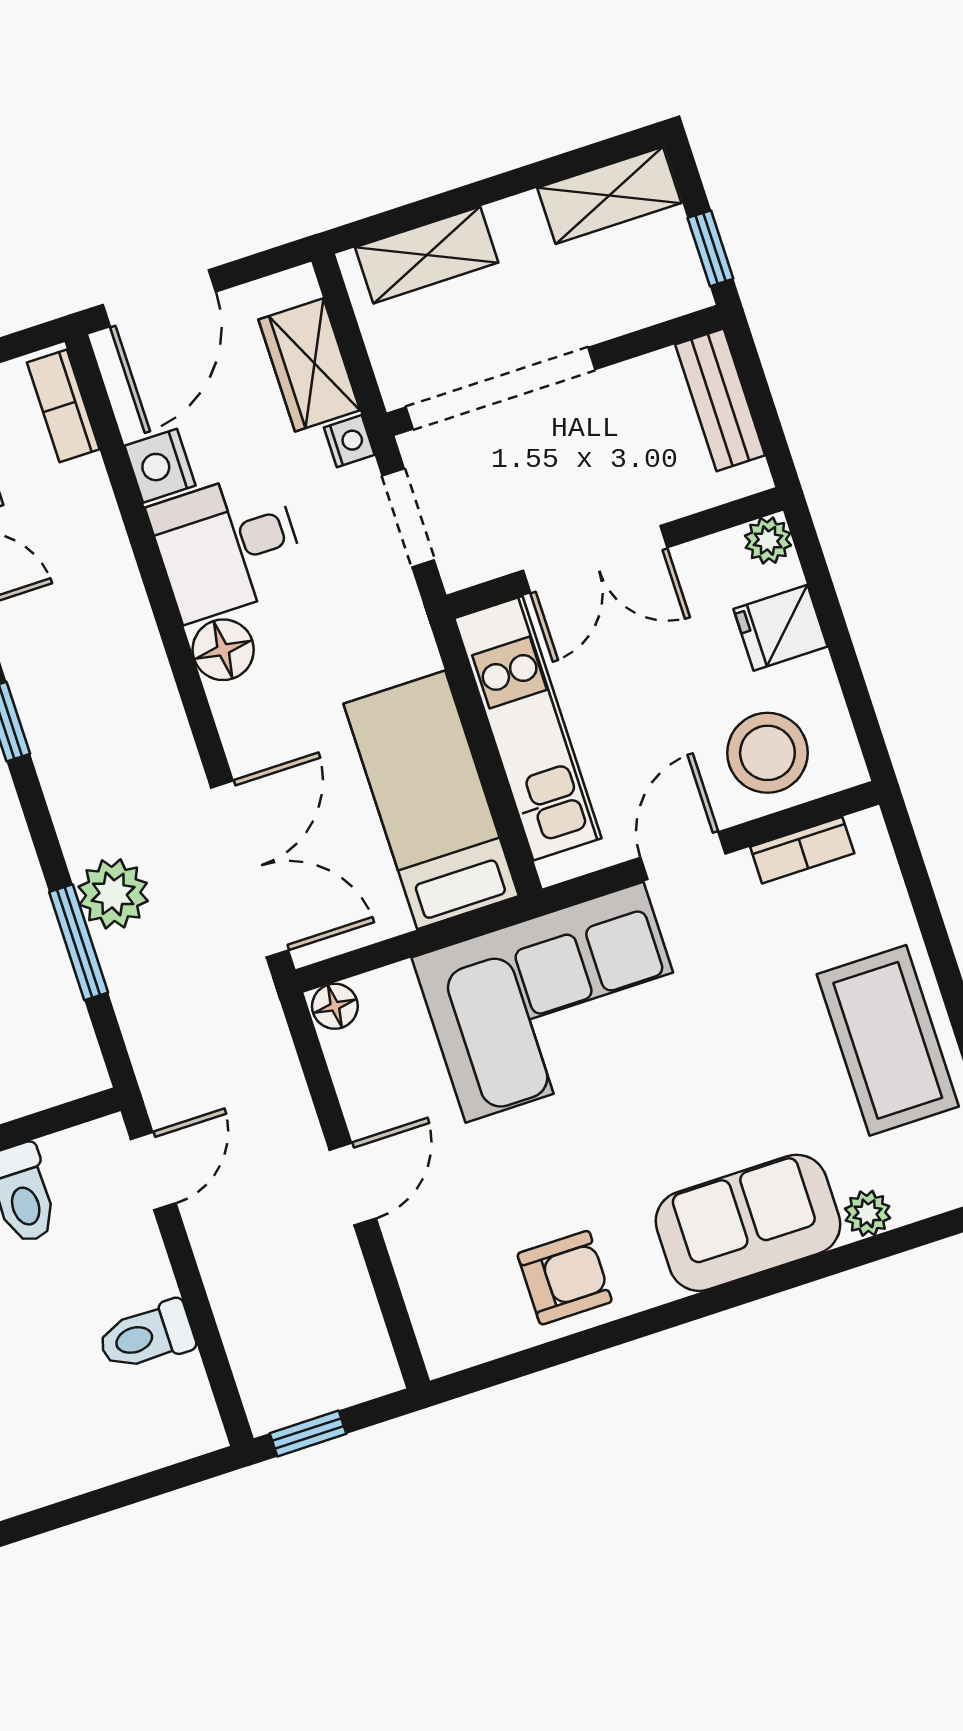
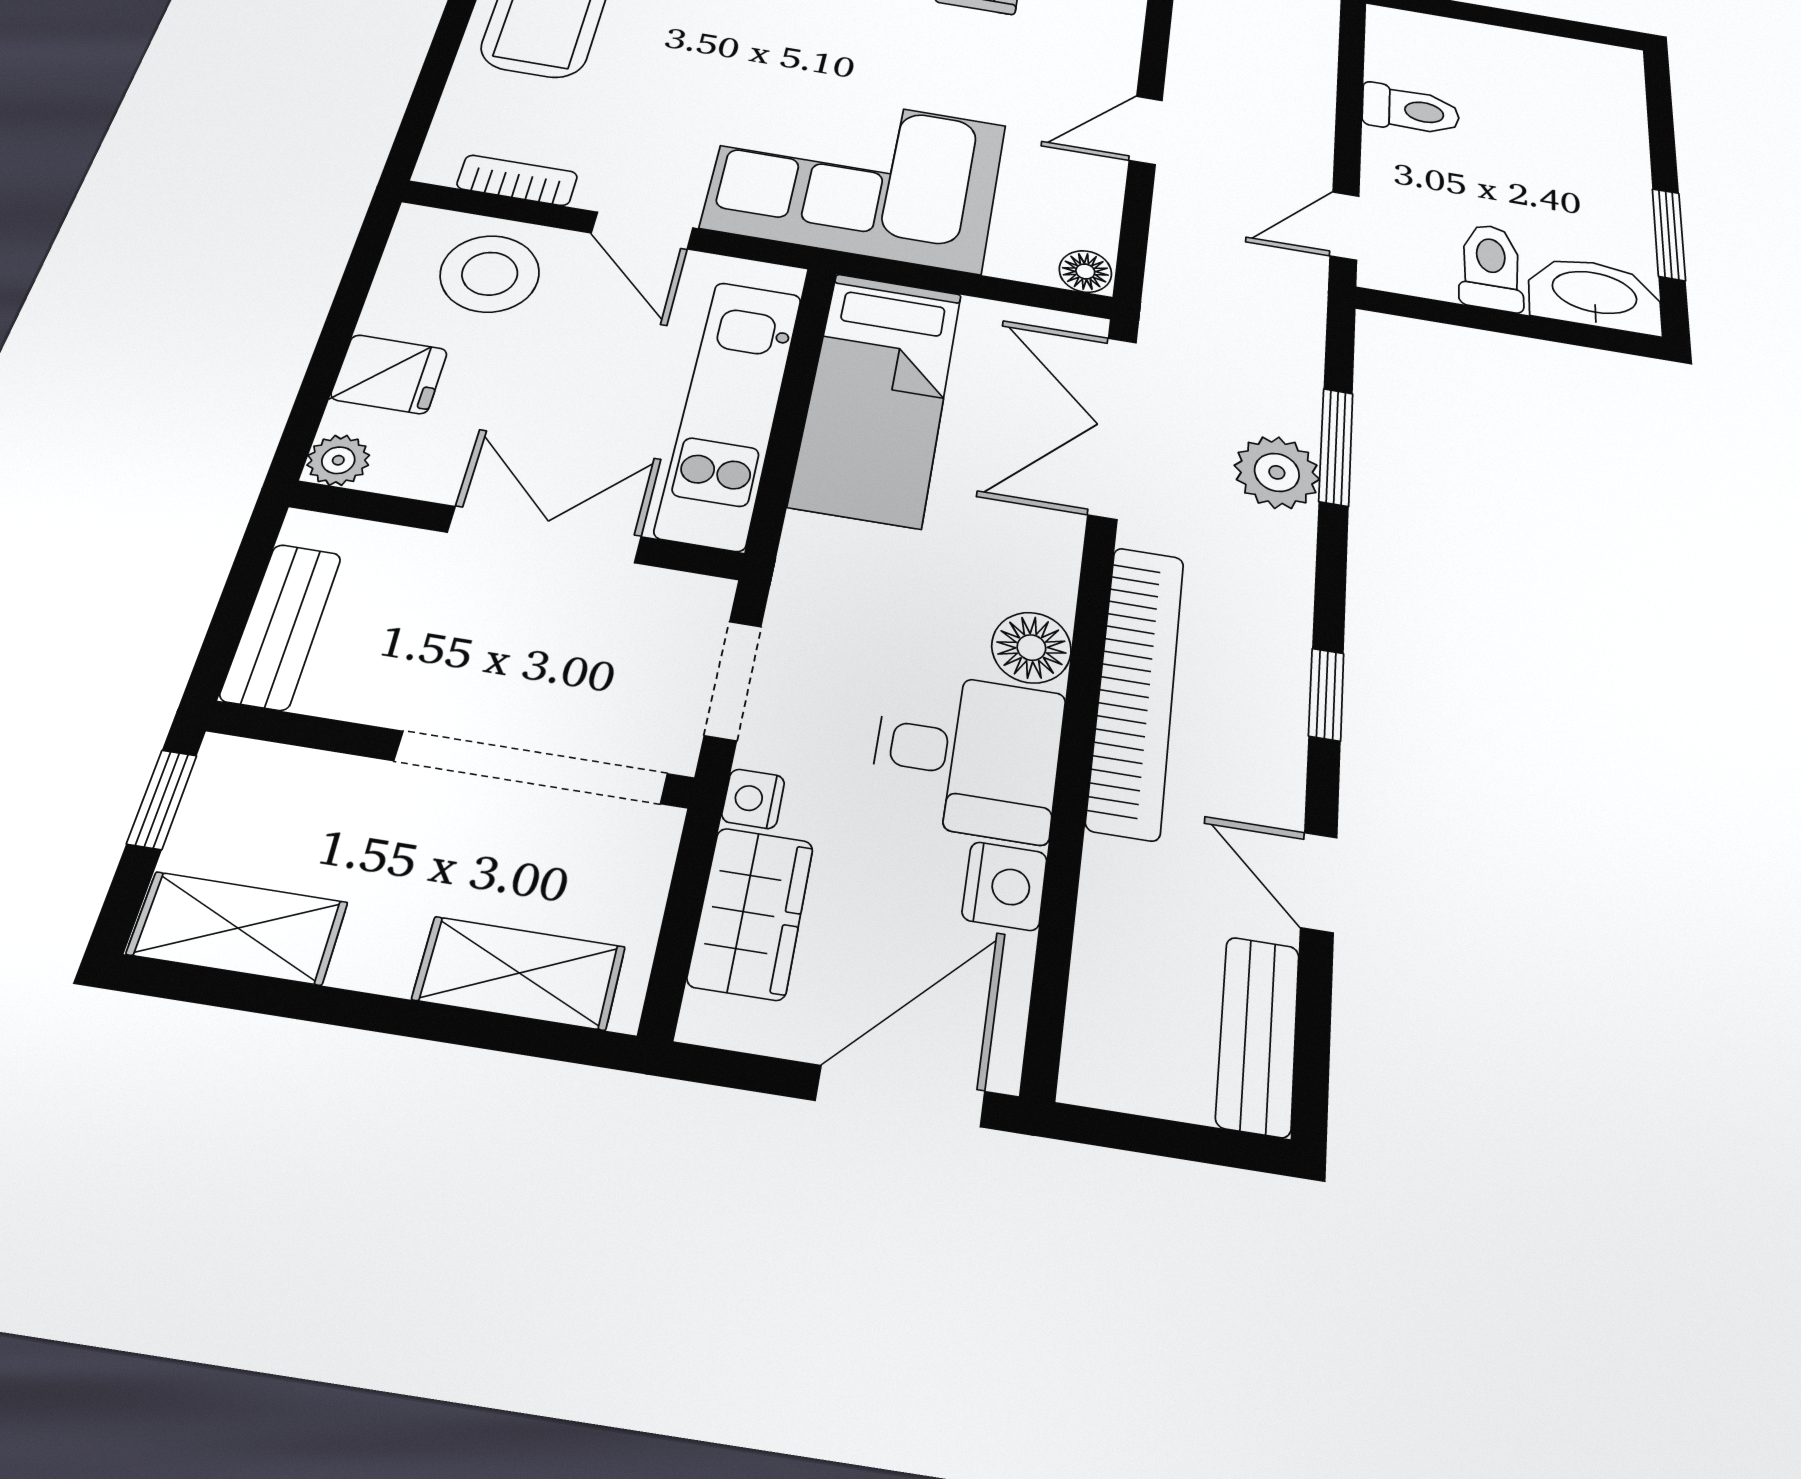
bookcase: (63, 406) -> (1136, 689), moved, width x2.31, depth x1.31
door: (683, 856) -> (642, 230), hinge flipped

